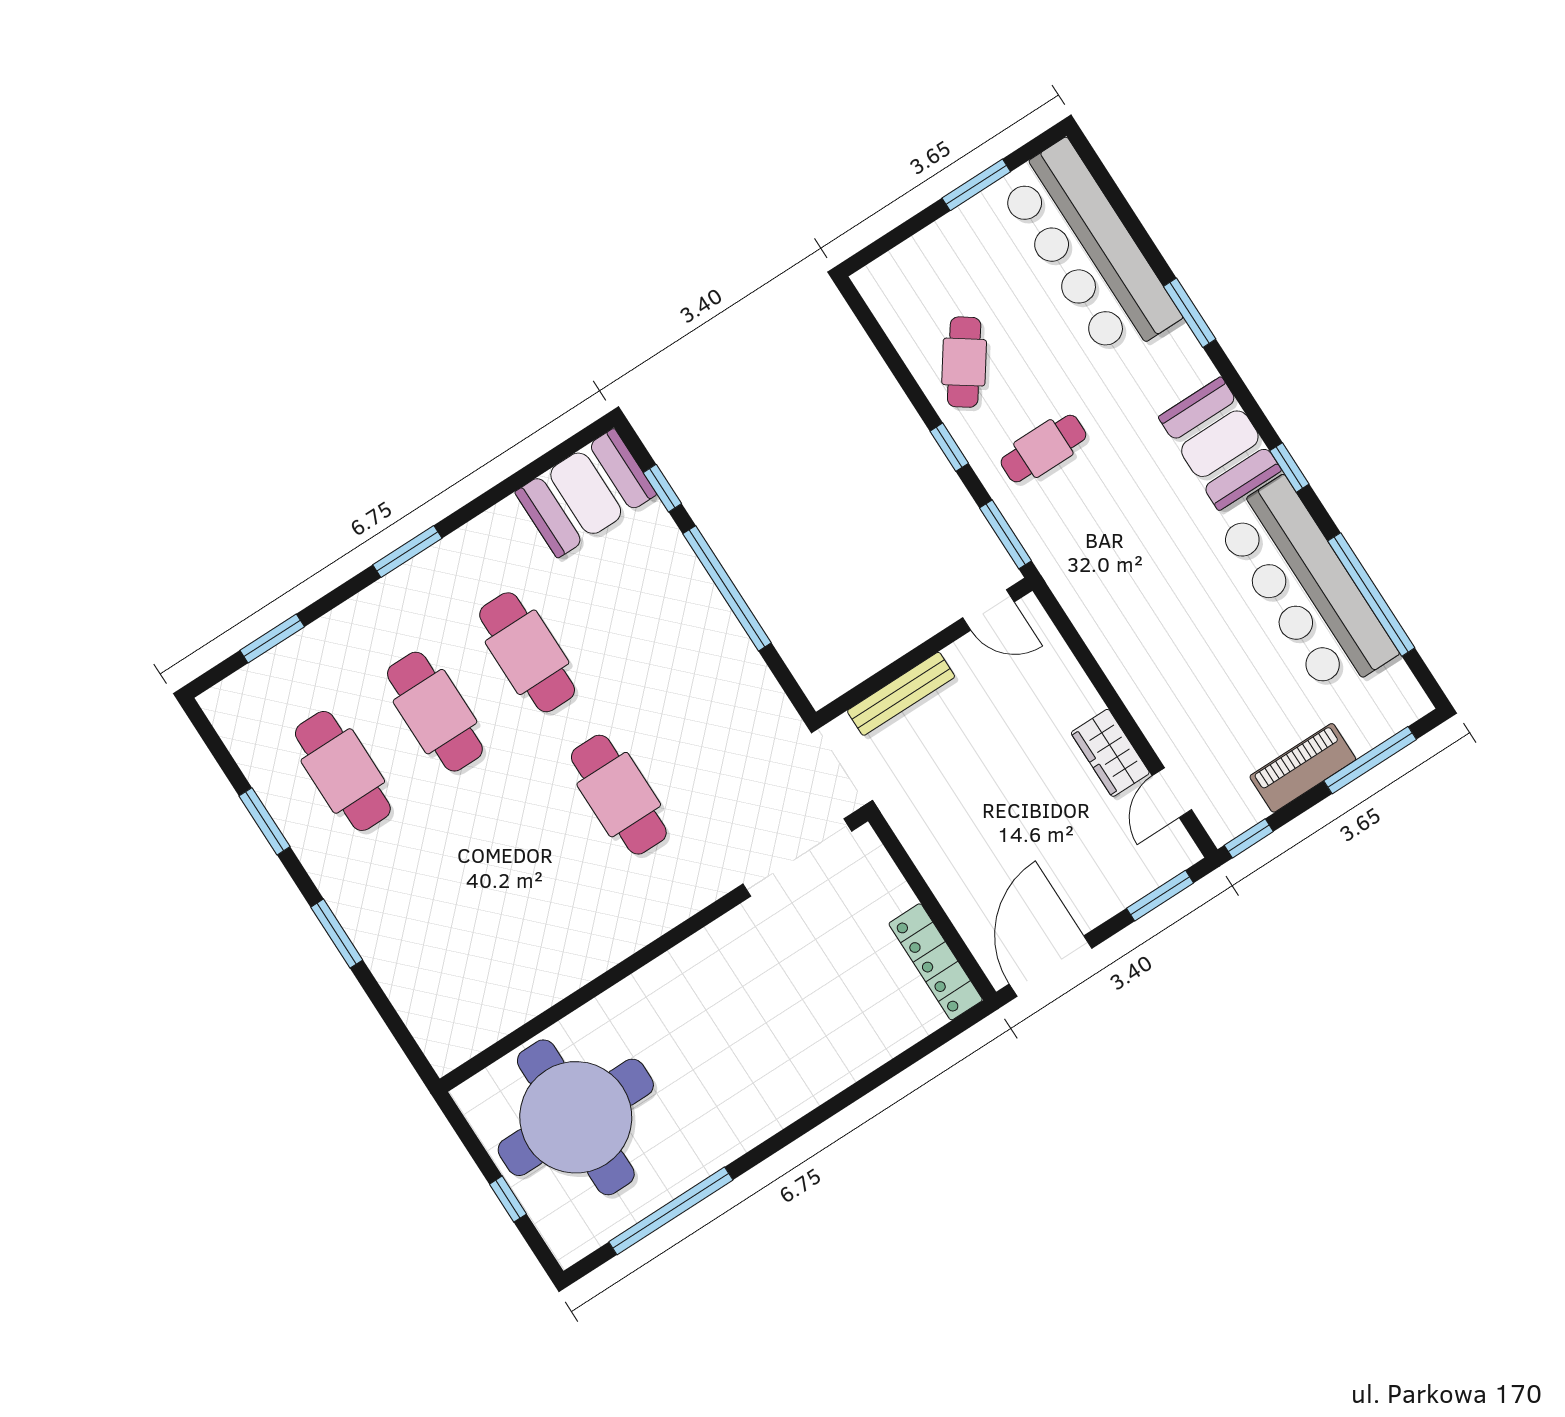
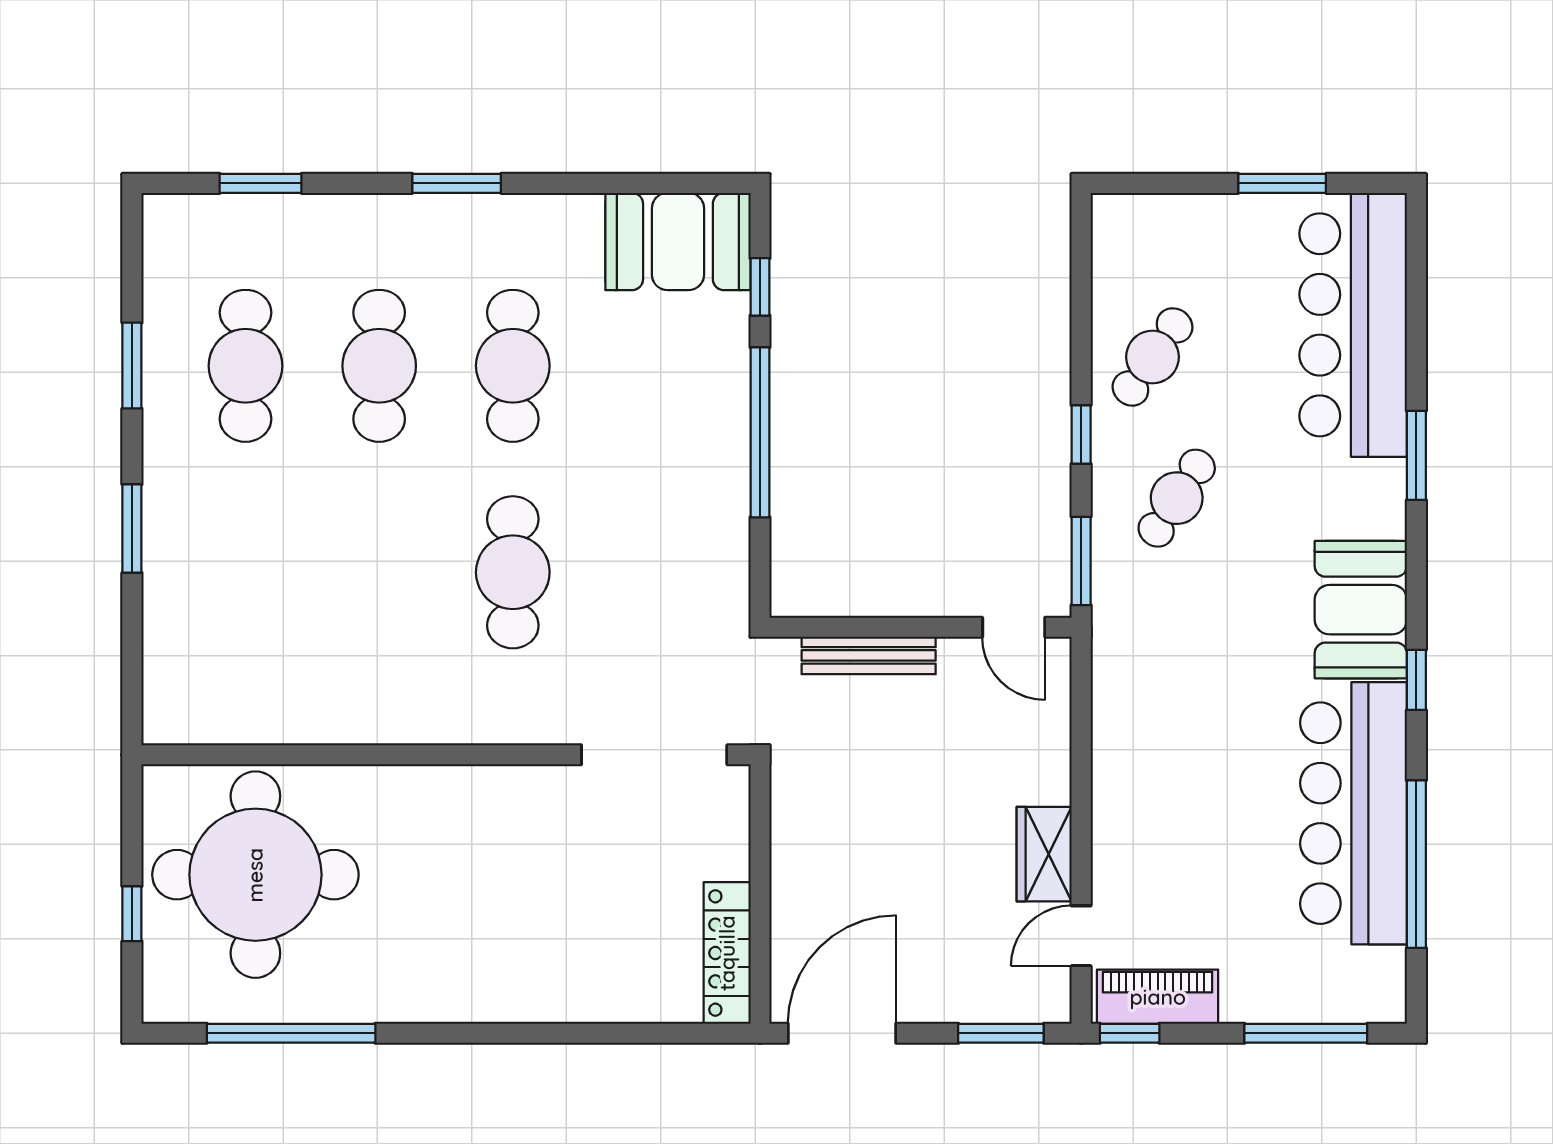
cafe table: (1043, 449) -> (1177, 498), turned -57
piano: (1303, 768) -> (1158, 997), moved

